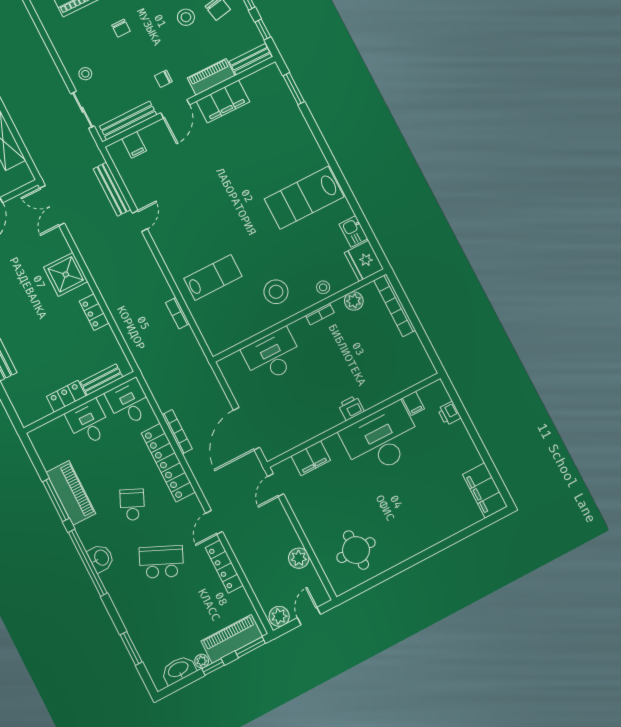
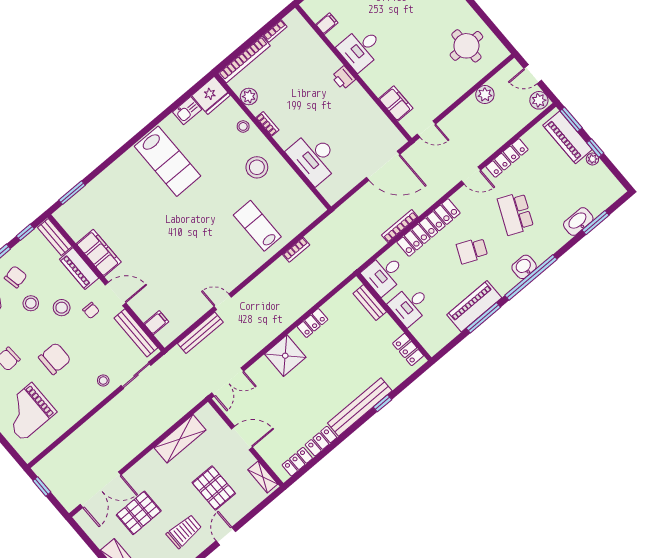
chair: (121, 28) -> (55, 359), width x1.87, depth x1.87
stool: (174, 48) -> (62, 308), added
bookcase: (418, 346) -> (275, 31), added
locker: (66, 396) -> (408, 350), moved
desk: (381, 439) -> (361, 49), width x0.53, depth x0.77
washbasin: (178, 670) -> (578, 221), moved, turned 90

